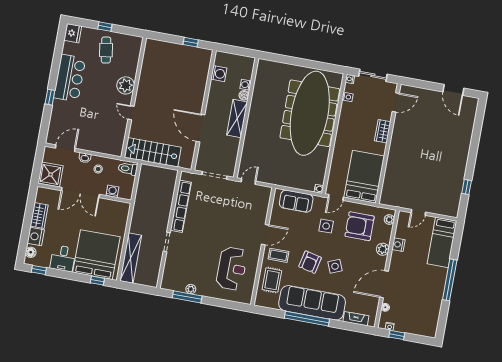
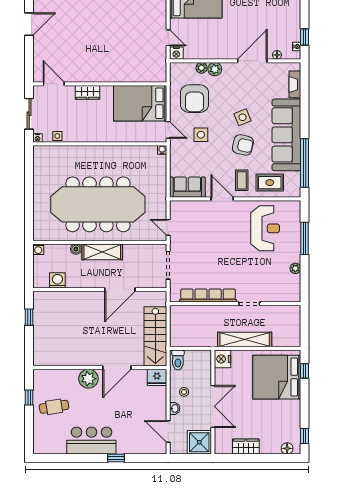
window: (105, 27) -> (29, 398), moved
fridge: (73, 33) -> (157, 377), moved, turned 180
washing machine: (246, 85) -> (38, 249), moved
door: (131, 113) -> (117, 368), width x1.88
meeting table: (310, 113) -> (98, 204), moved
washing machine: (112, 191) -> (205, 372), removed
sofa: (296, 201) -> (187, 187), moved, turned -90
plant: (389, 220) -> (202, 68), moved
nightstand: (36, 237) -> (222, 359), moved, turned 90
nightstand: (398, 245) -> (176, 53), moved
desk: (63, 258) -> (287, 412), removed
shelving: (131, 258) -> (245, 339), moved
reception desk: (232, 268) -> (265, 228), turned 90
door: (384, 284) -> (252, 61), swing flipped
window: (187, 297) -> (305, 238), moved
window: (307, 319) -> (305, 163), moved

